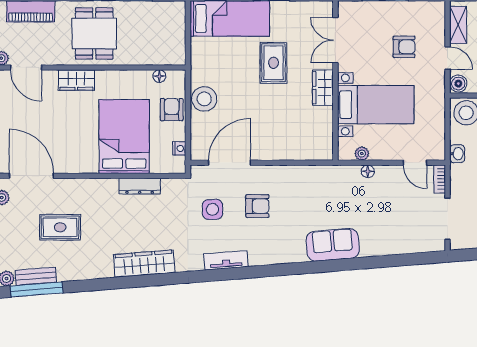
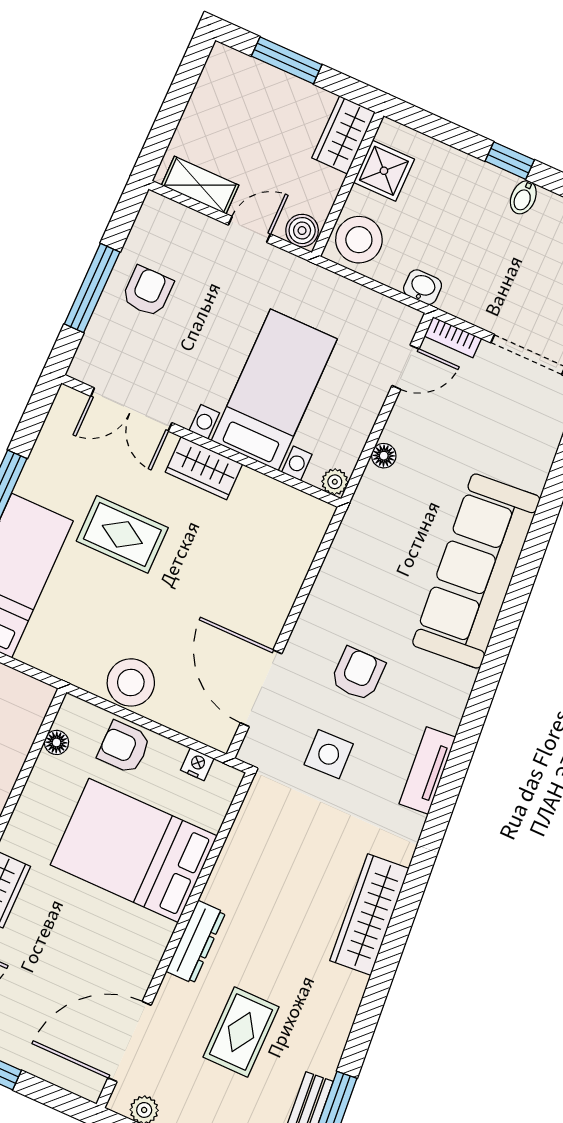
armchair: (404, 47) -> (148, 291), moved
plant: (362, 154) -> (335, 482), moved
dresser: (140, 186) -> (196, 942), moved
sofa: (333, 245) -> (476, 571), width x1.85, depth x1.27

